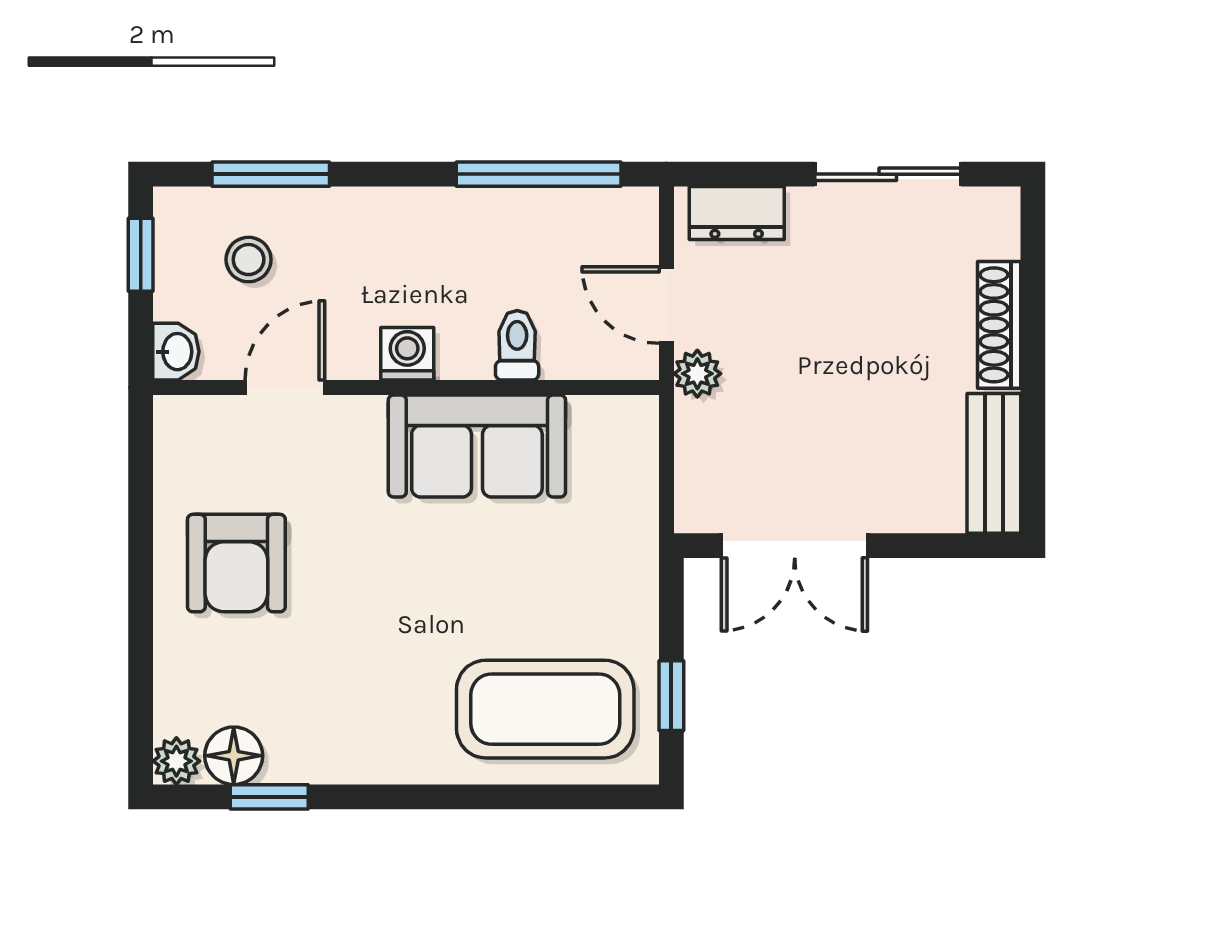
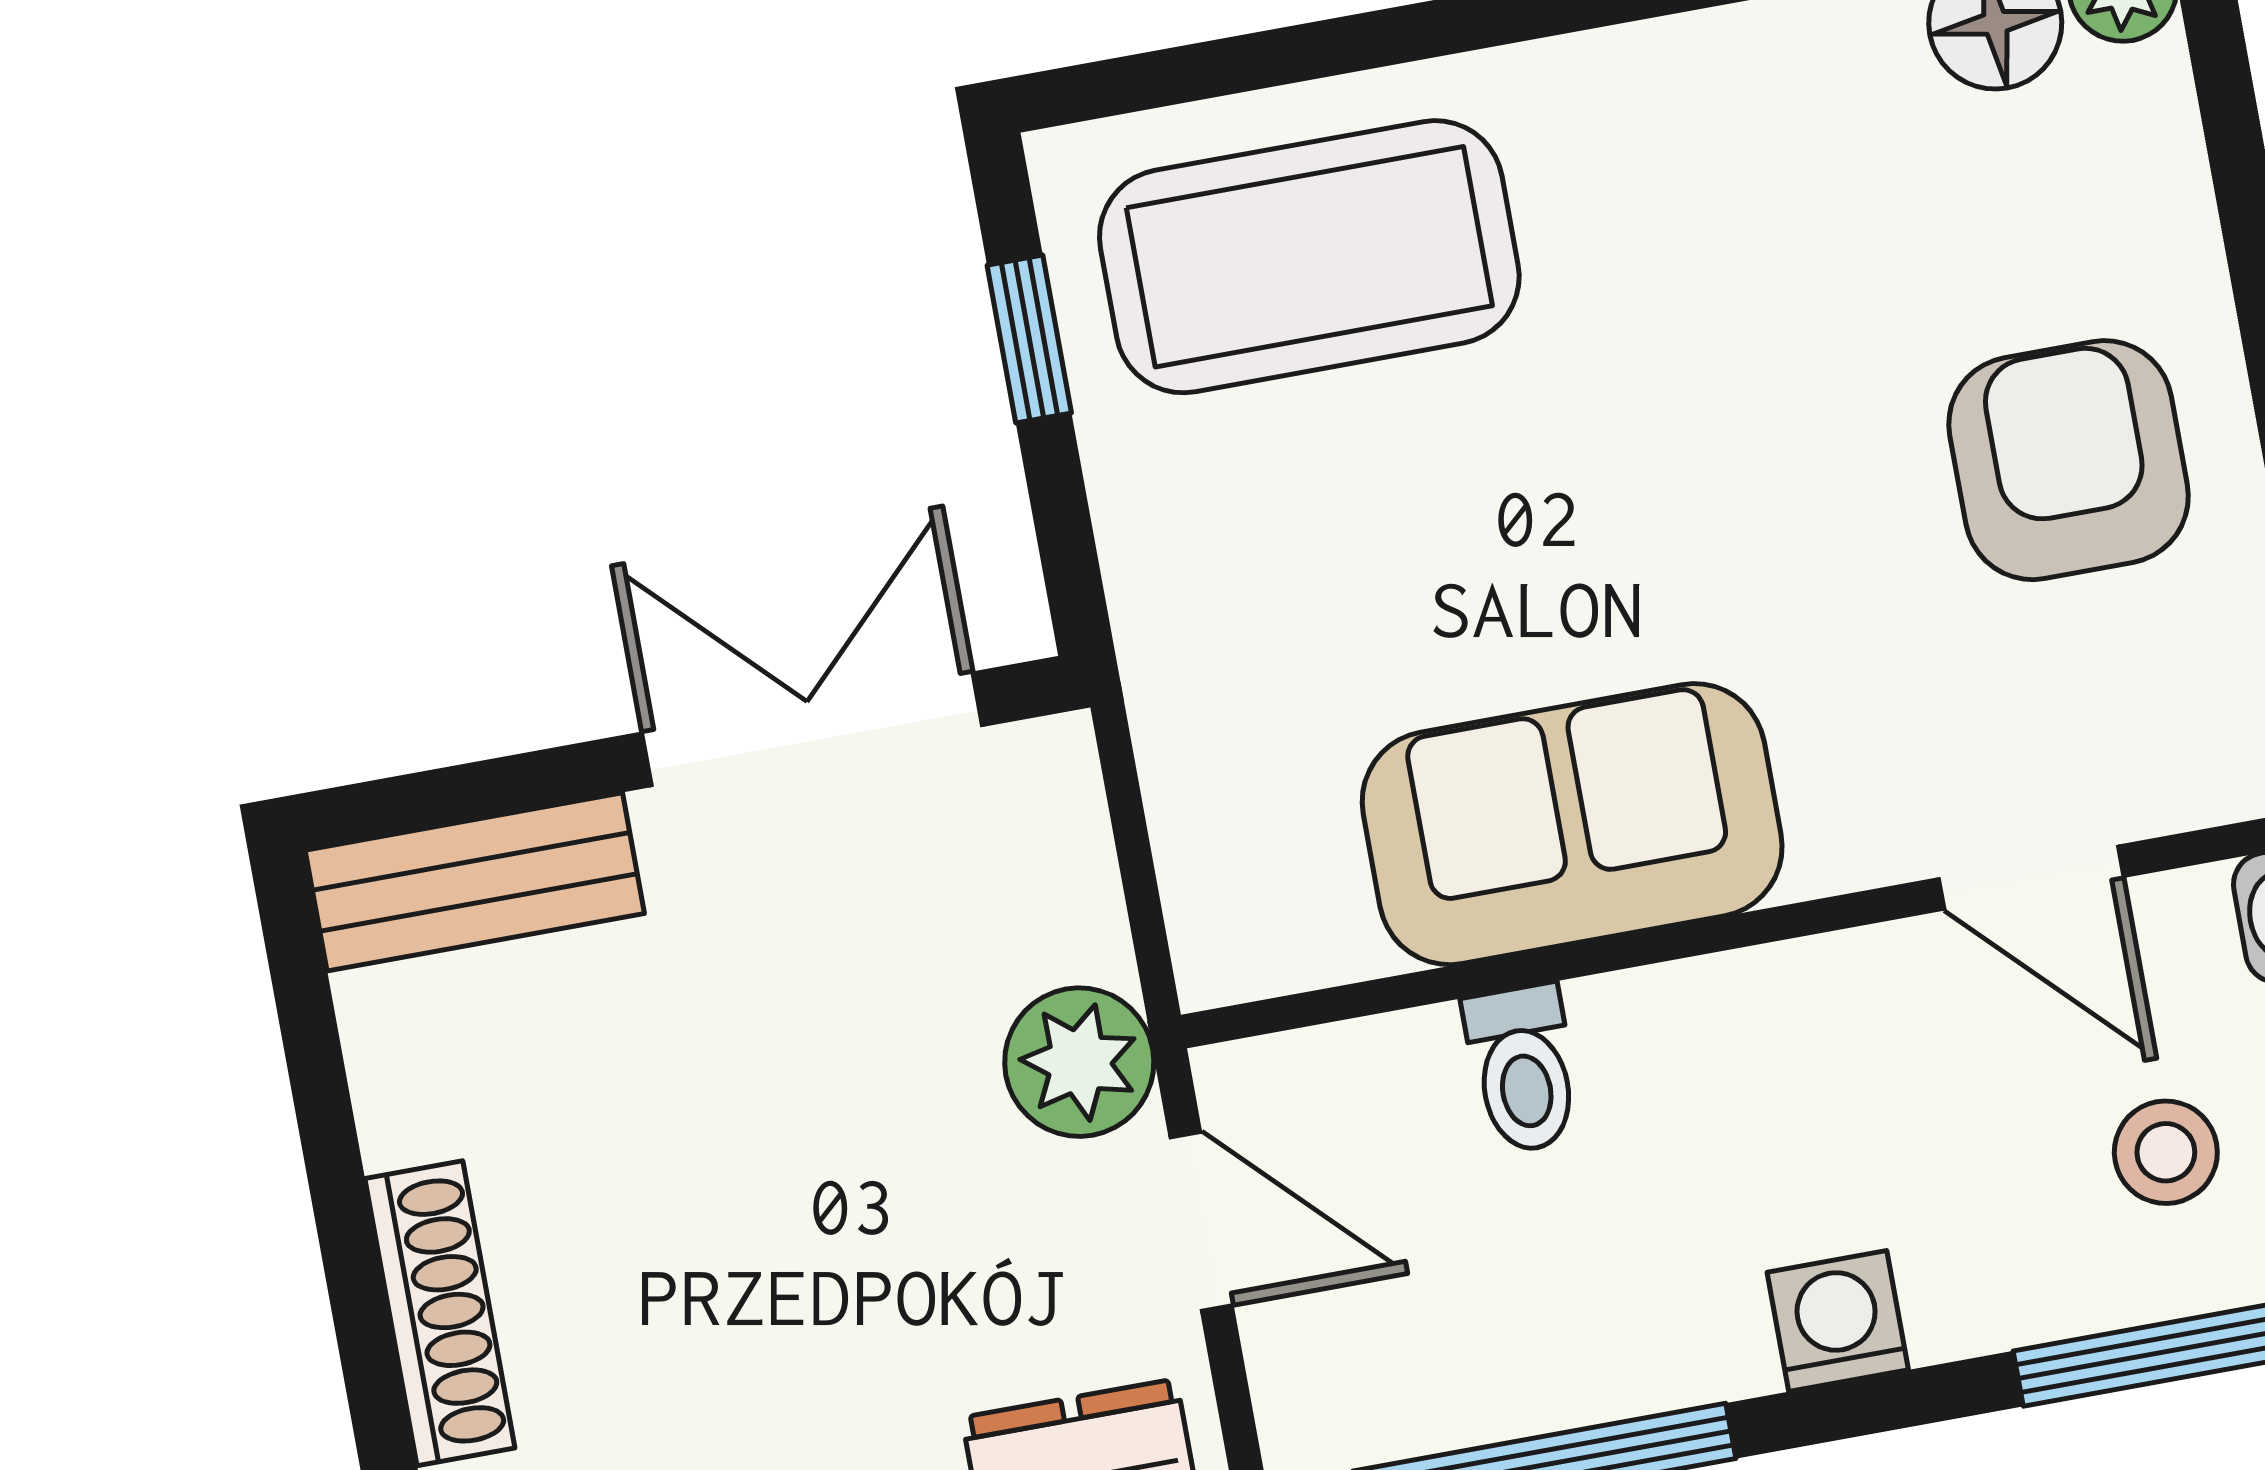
washing machine: (407, 354) -> (1838, 1321), moved, turned 180
plant: (697, 374) -> (1079, 1062), width x1.38, depth x1.38
door: (285, 387) -> (2031, 878), hinge flipped
bench: (994, 463) -> (475, 882), moved, turned 90

